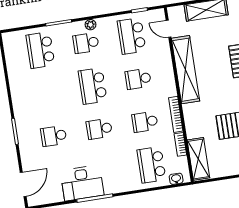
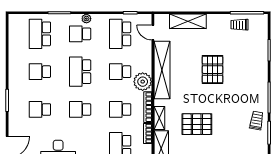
plant: (165, 86) -> (143, 82), added
school desk: (47, 93) -> (40, 72), added
shelving: (191, 125) -> (159, 118), added

